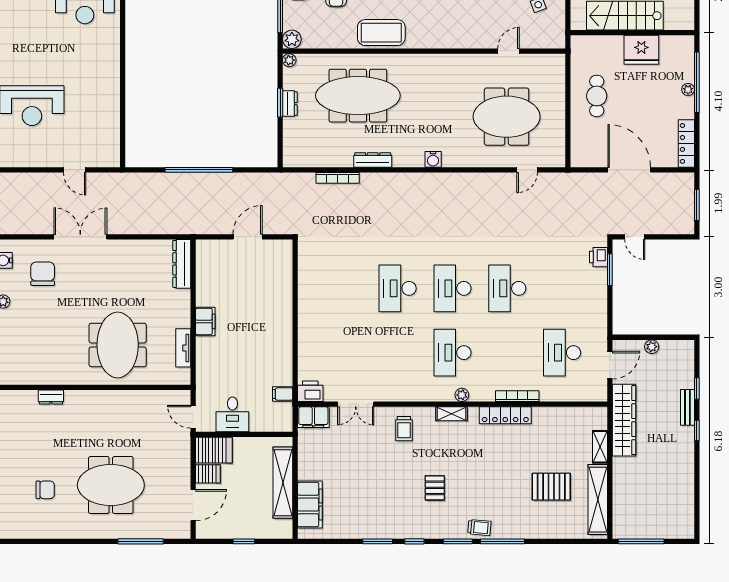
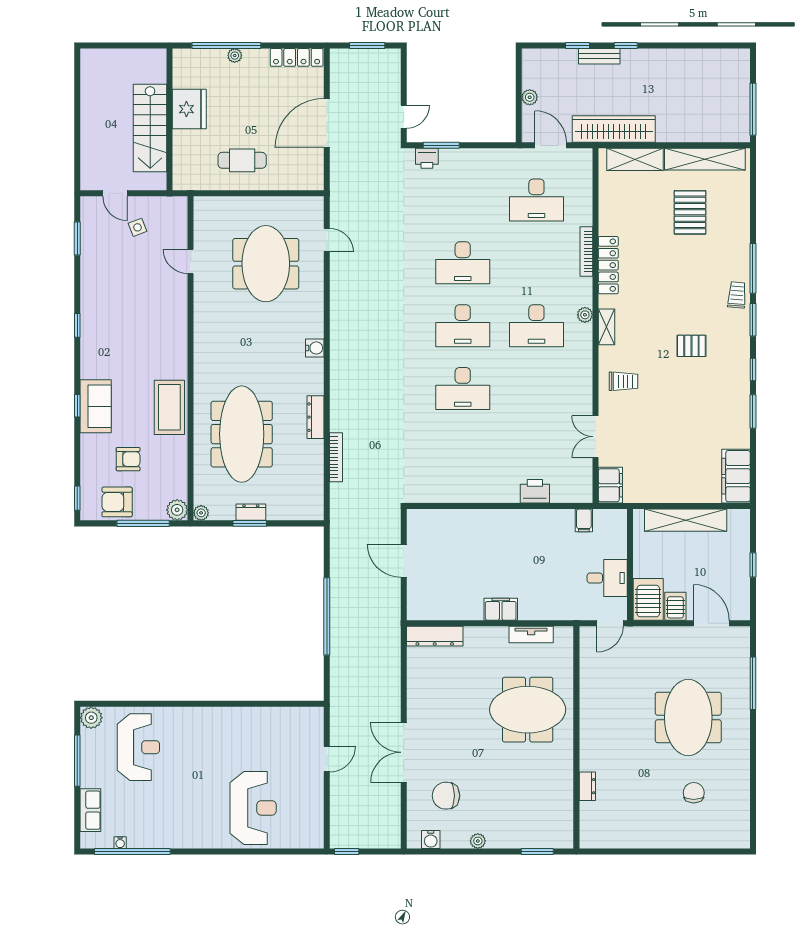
printer: (310, 391) -> (535, 491), moved, turned 90
double door: (356, 404) -> (596, 437), swing flipped
shelving: (600, 447) -> (635, 159), width x1.50, depth x1.33
filing cabinet: (310, 504) -> (736, 476), moved, turned -90

